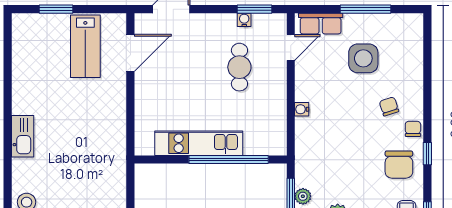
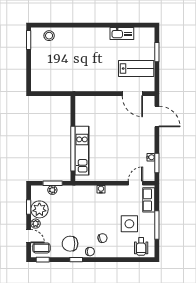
wheelchair: (404, 37) -> (141, 246), added
lab bench: (85, 46) -> (136, 69), turned 180
door: (291, 48) -> (135, 183), swing flipped
cafe table: (239, 67) -> (124, 155), removed
kitchen sink: (23, 136) -> (122, 33), moved
kitchen unit: (199, 143) -> (82, 151), moved

